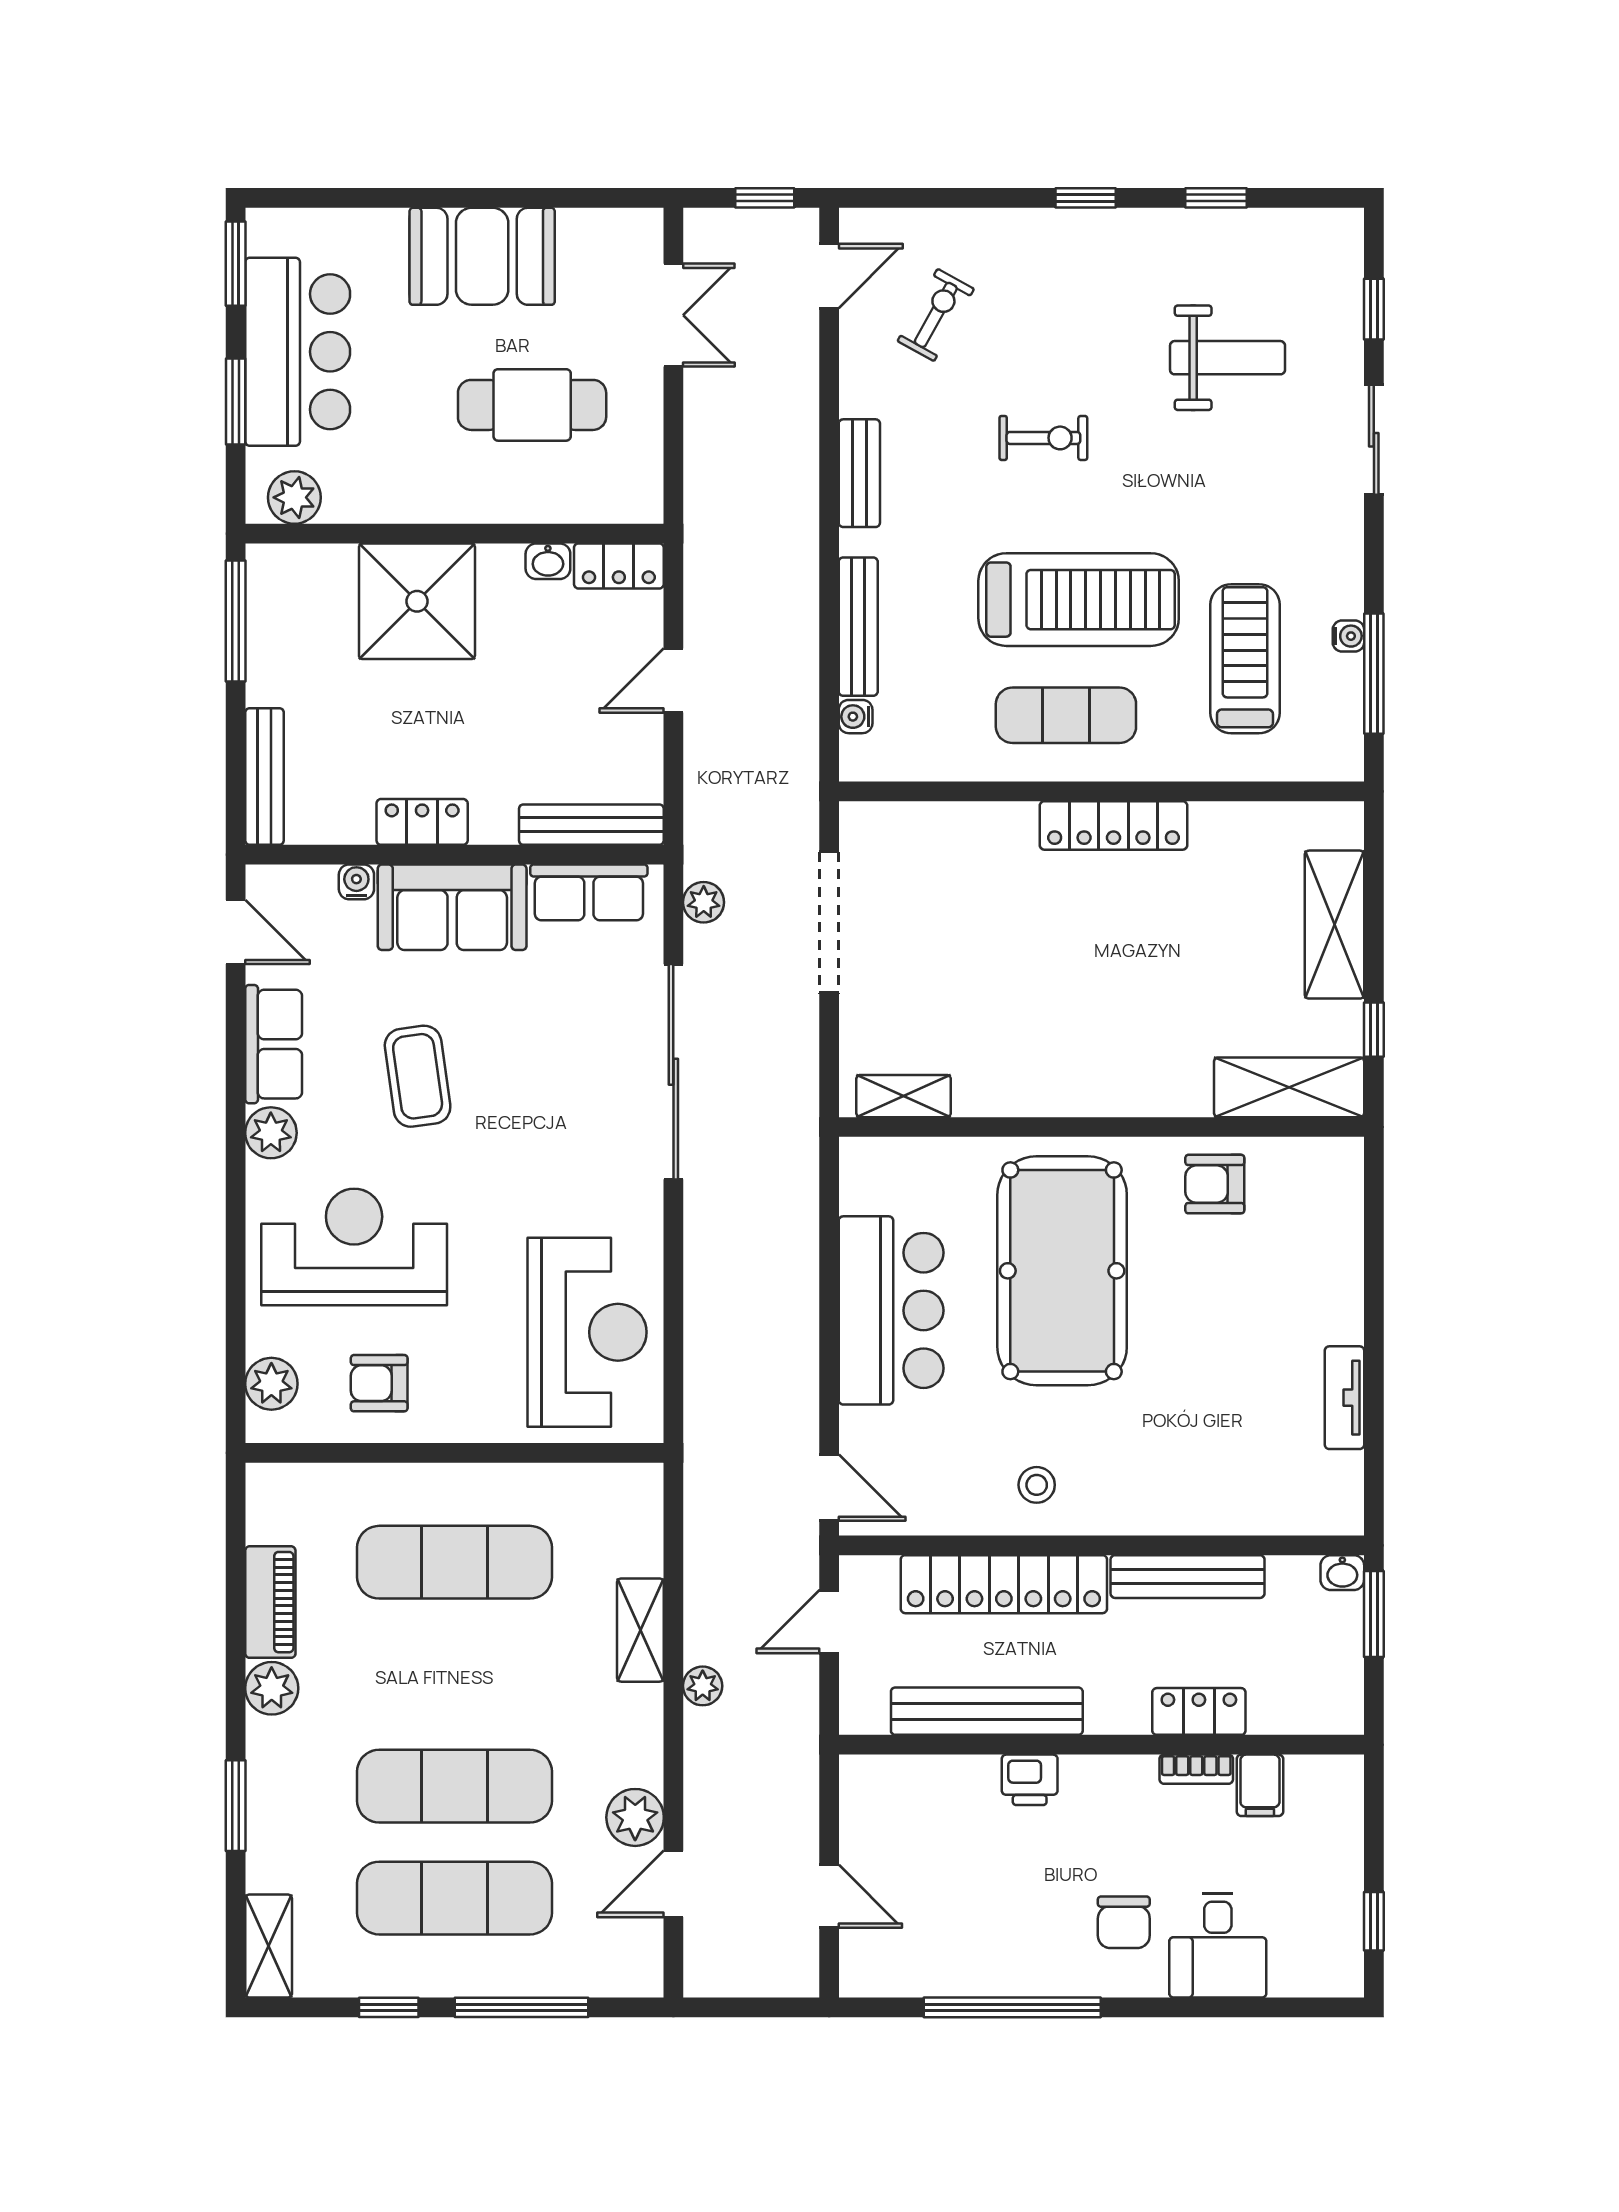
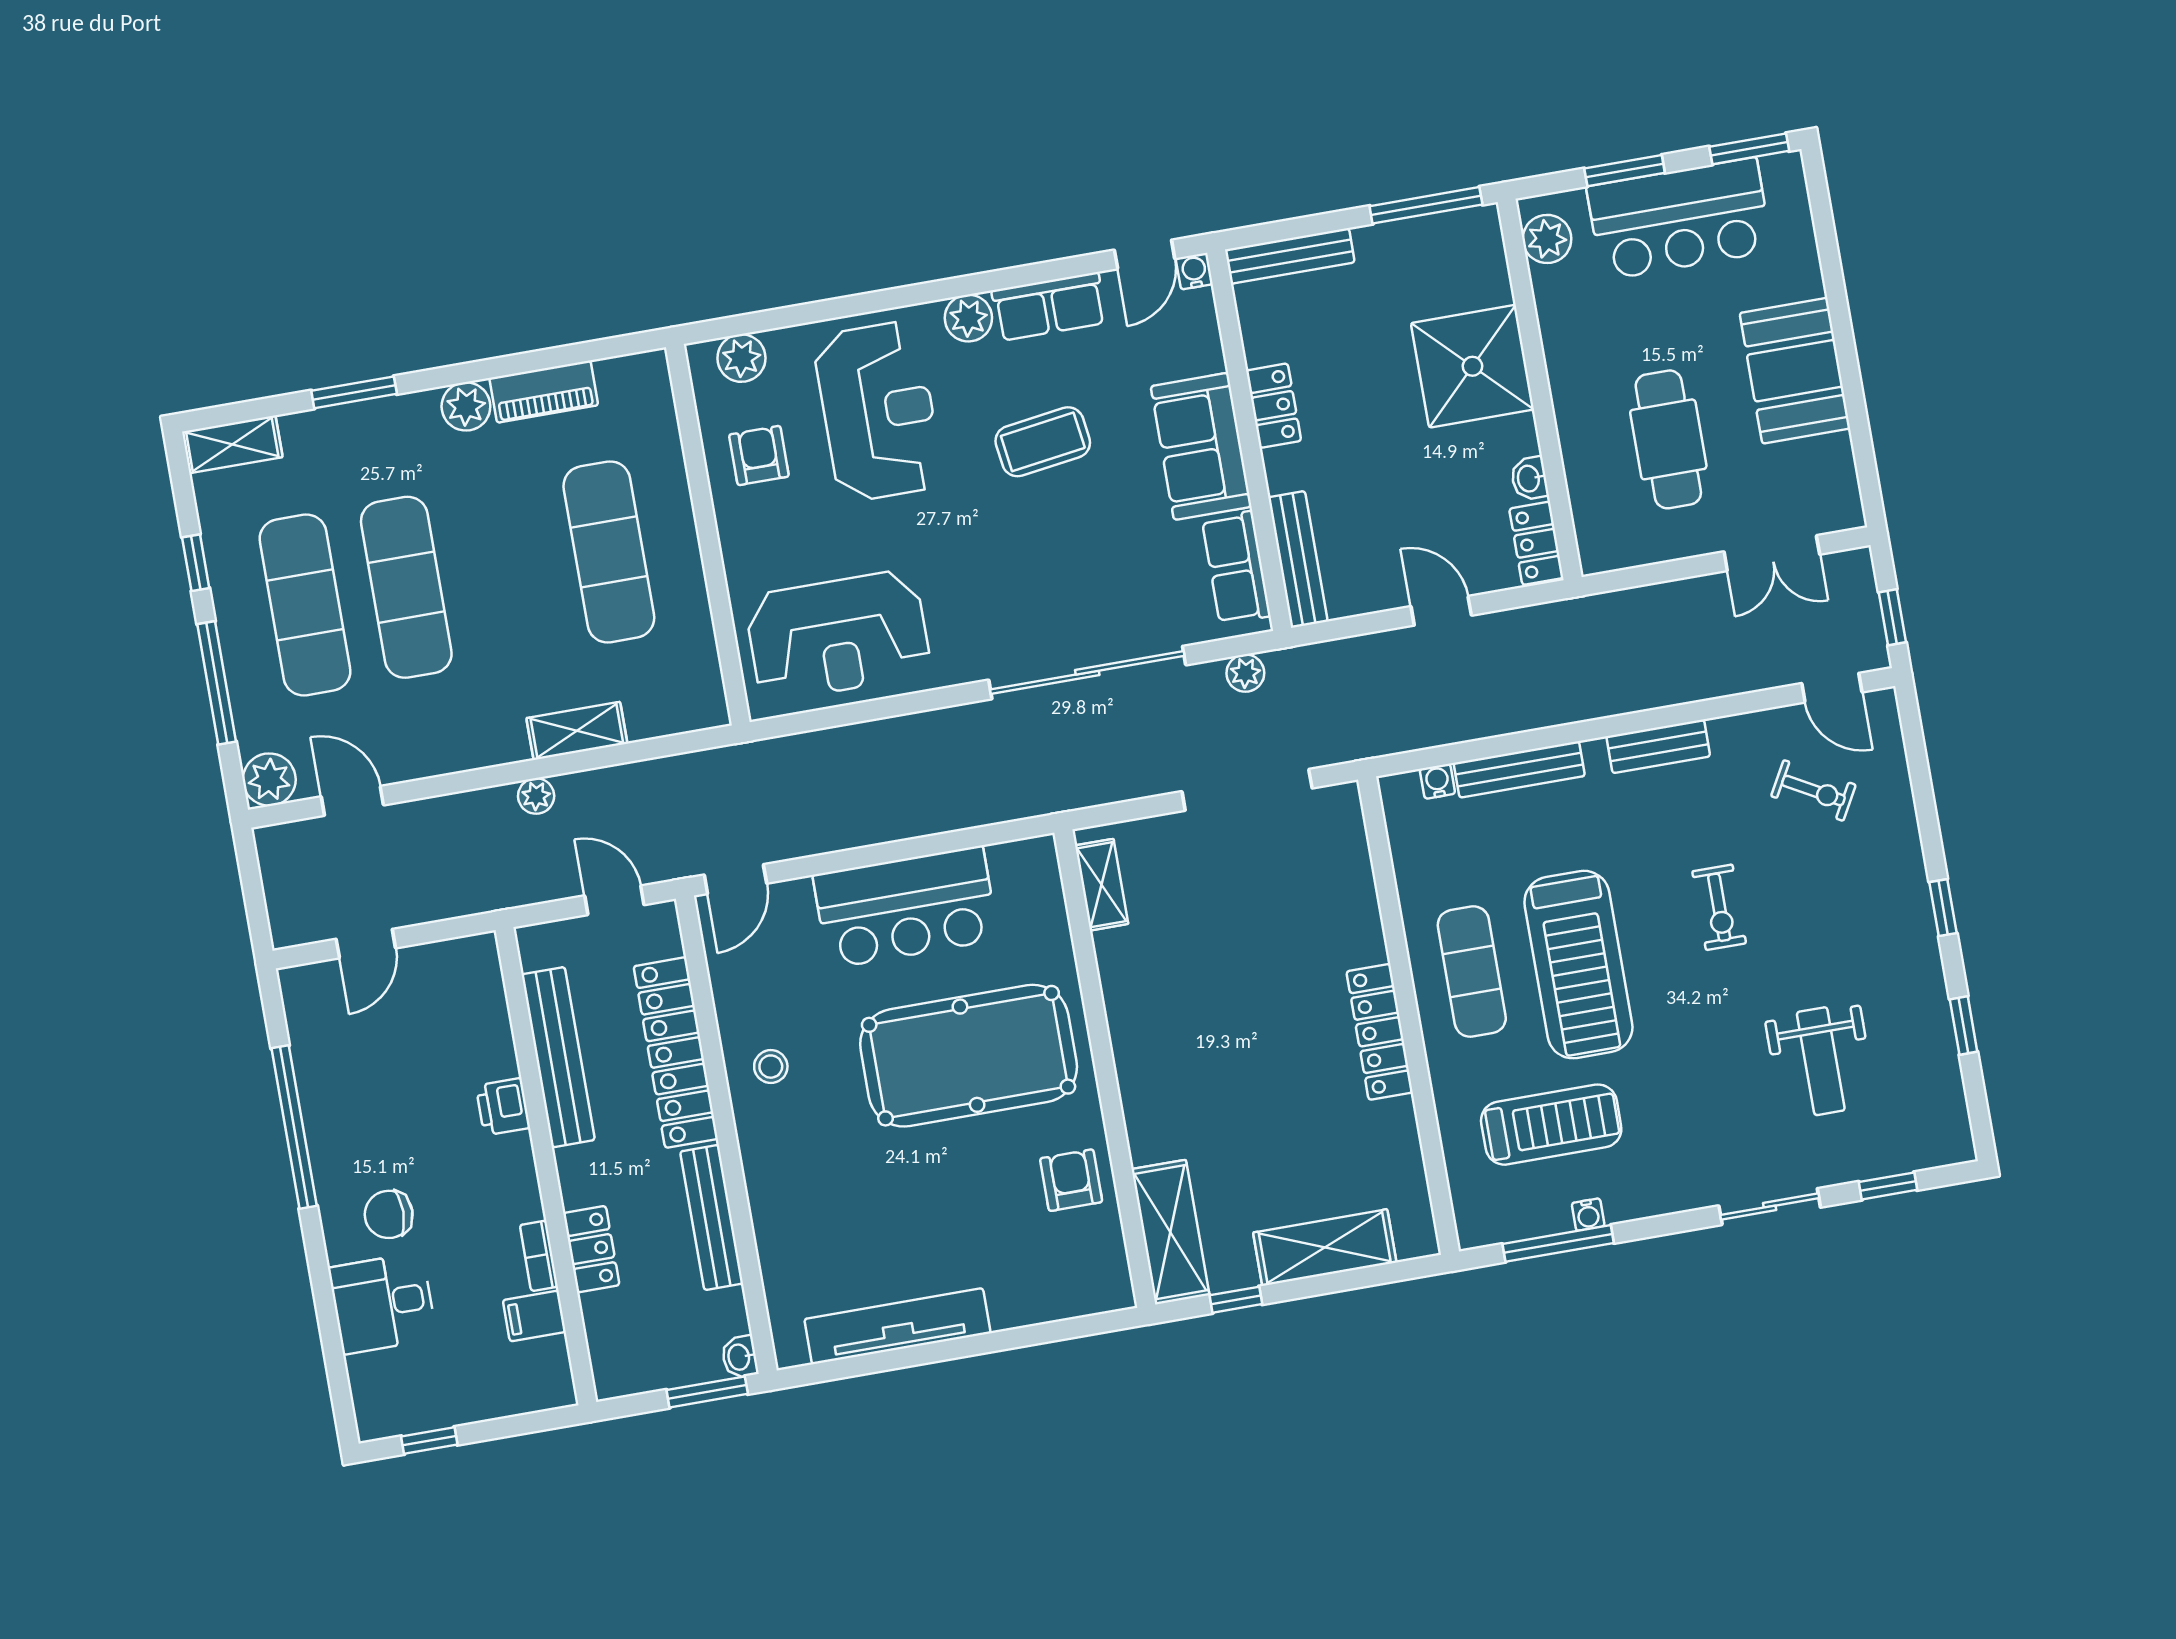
water cooler: (356, 882) -> (1194, 271), moved, turned -90
tv unit: (1344, 1398) -> (897, 1326), width x1.92, depth x1.29
plant: (635, 1817) -> (269, 780), moved

